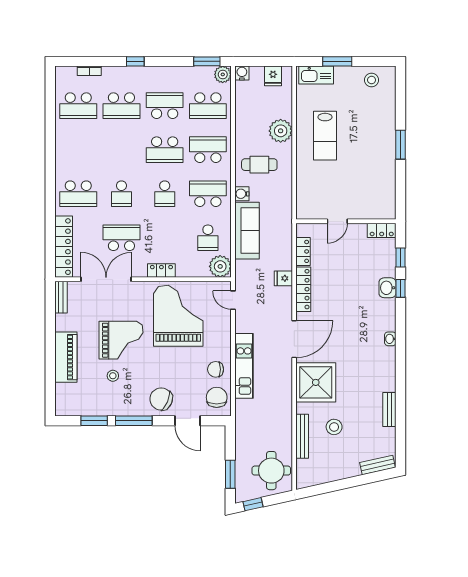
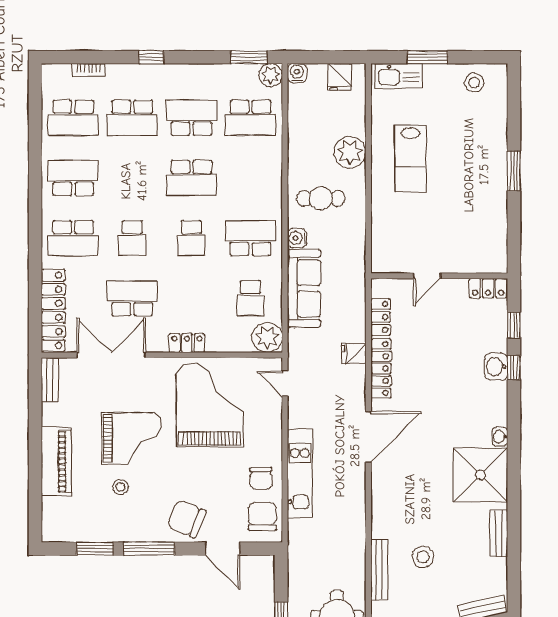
school desk: (208, 150) -> (73, 178), moved
chair: (216, 369) -> (261, 478), turned -91
shower: (316, 382) -> (480, 475), moved

